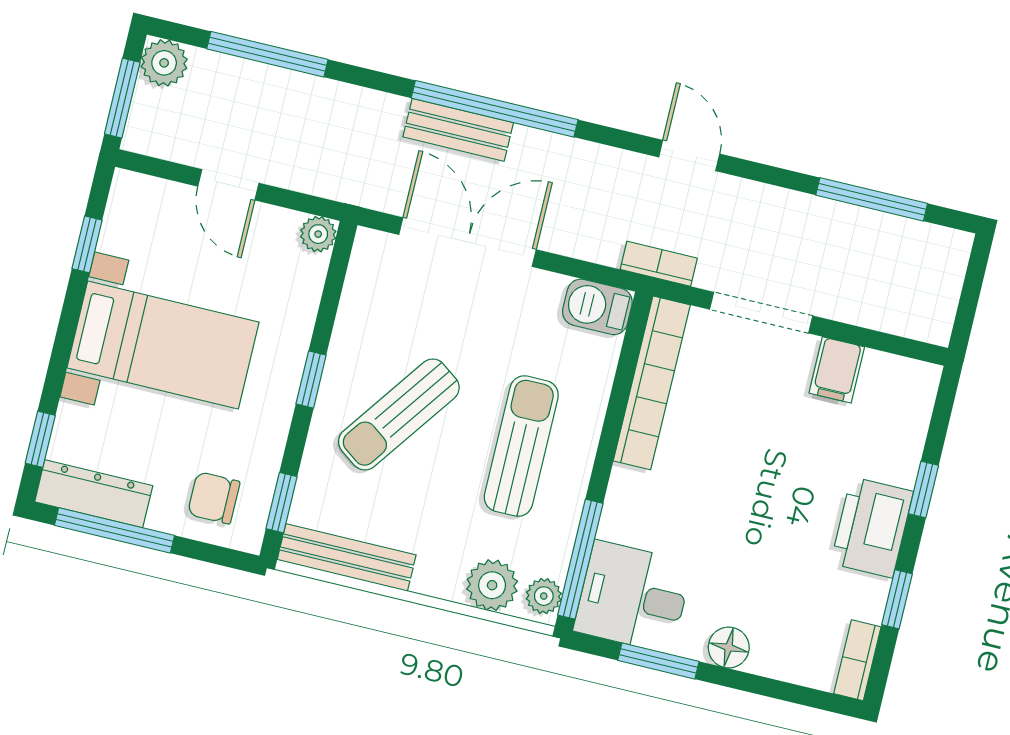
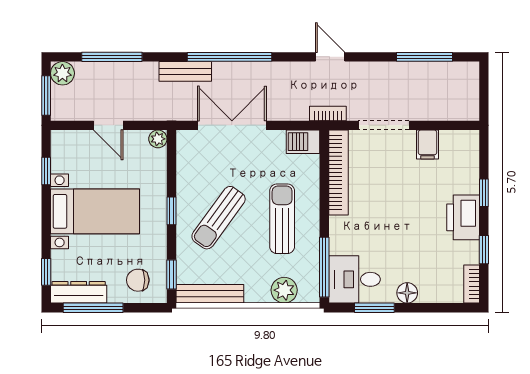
bench: (458, 130) -> (185, 71), moved
plant: (544, 596) -> (311, 289), removed

